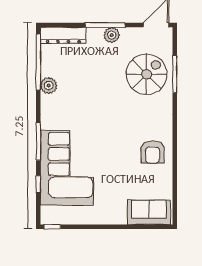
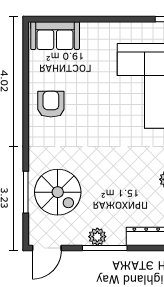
spiral stairs: (147, 74) -> (58, 192), turned -90

